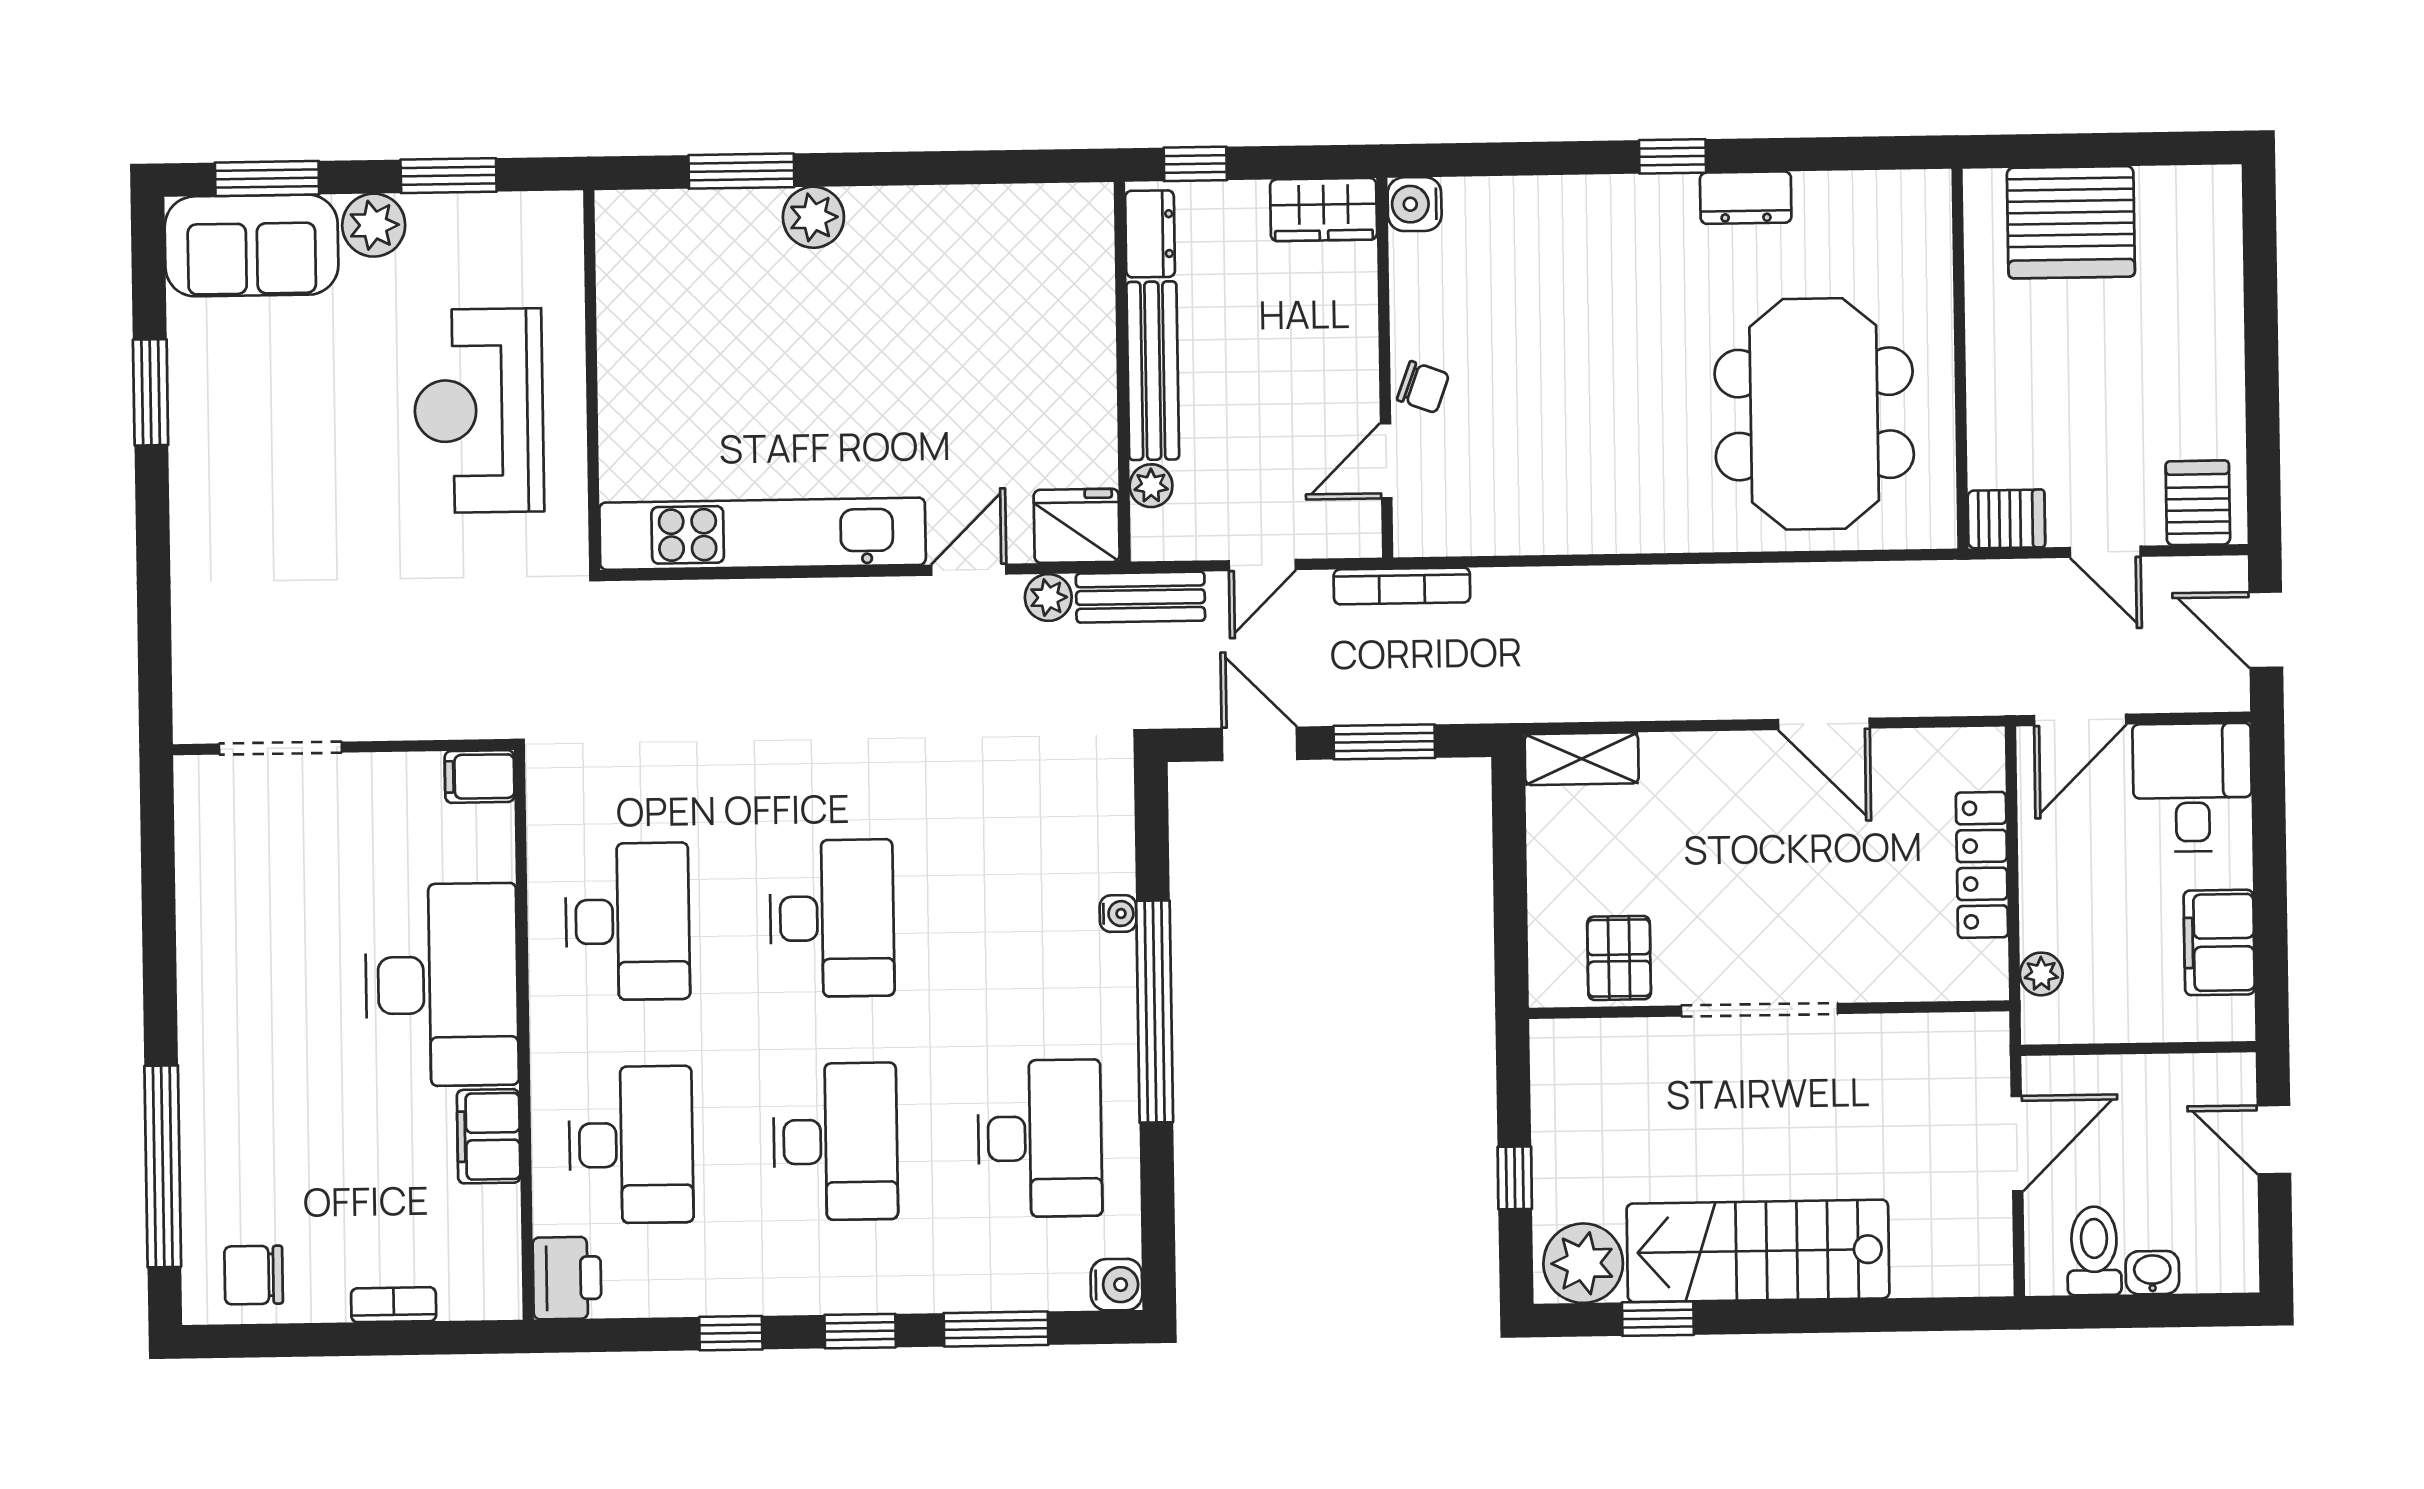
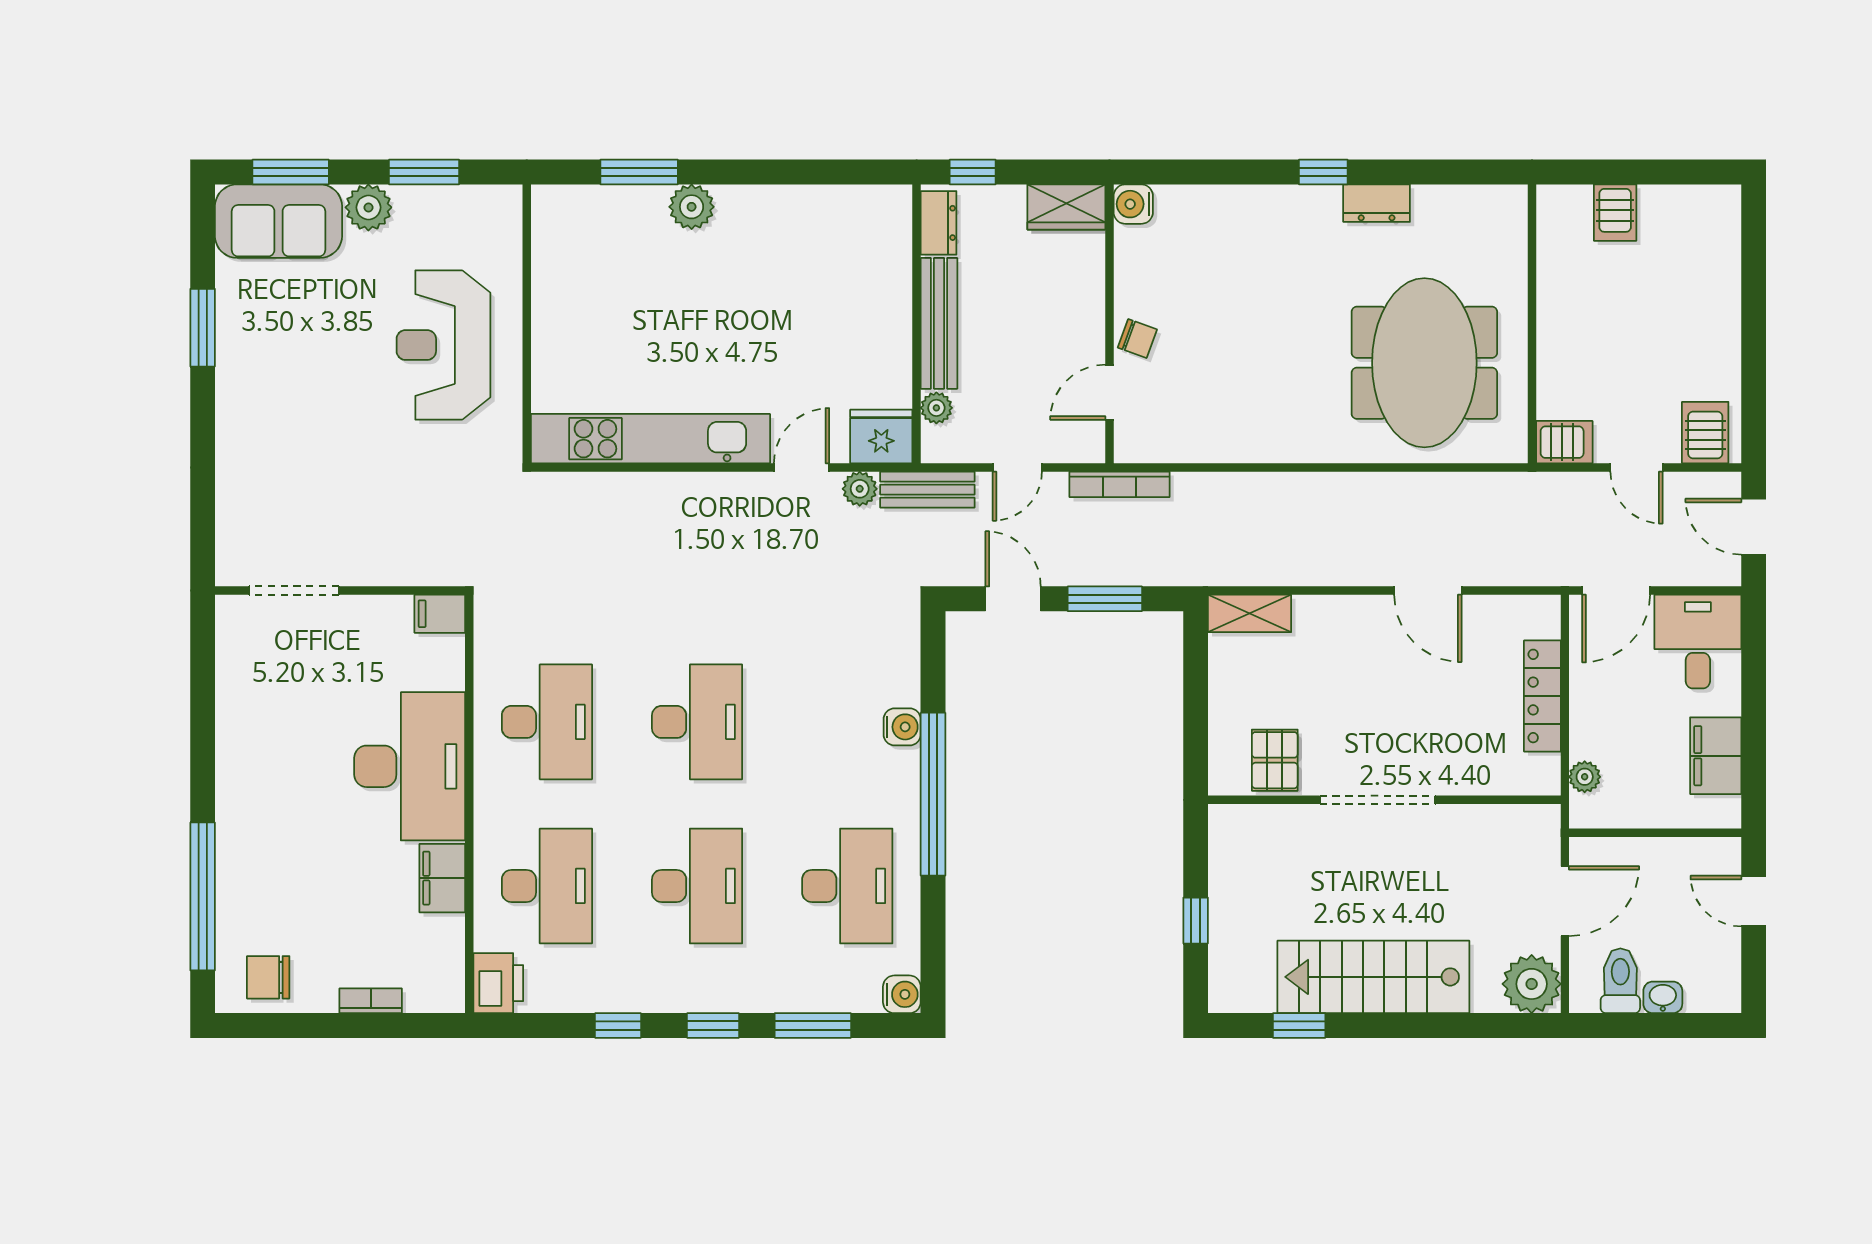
server rack: (2071, 222) -> (1615, 213), width x0.46, depth x0.70
water cooler: (1118, 914) -> (902, 727), width x1.38, depth x1.38
plant: (1583, 1263) -> (1532, 984), moved

